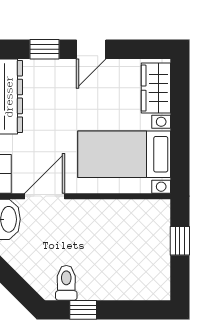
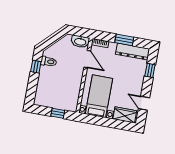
door: (91, 49) -> (144, 103), moved

